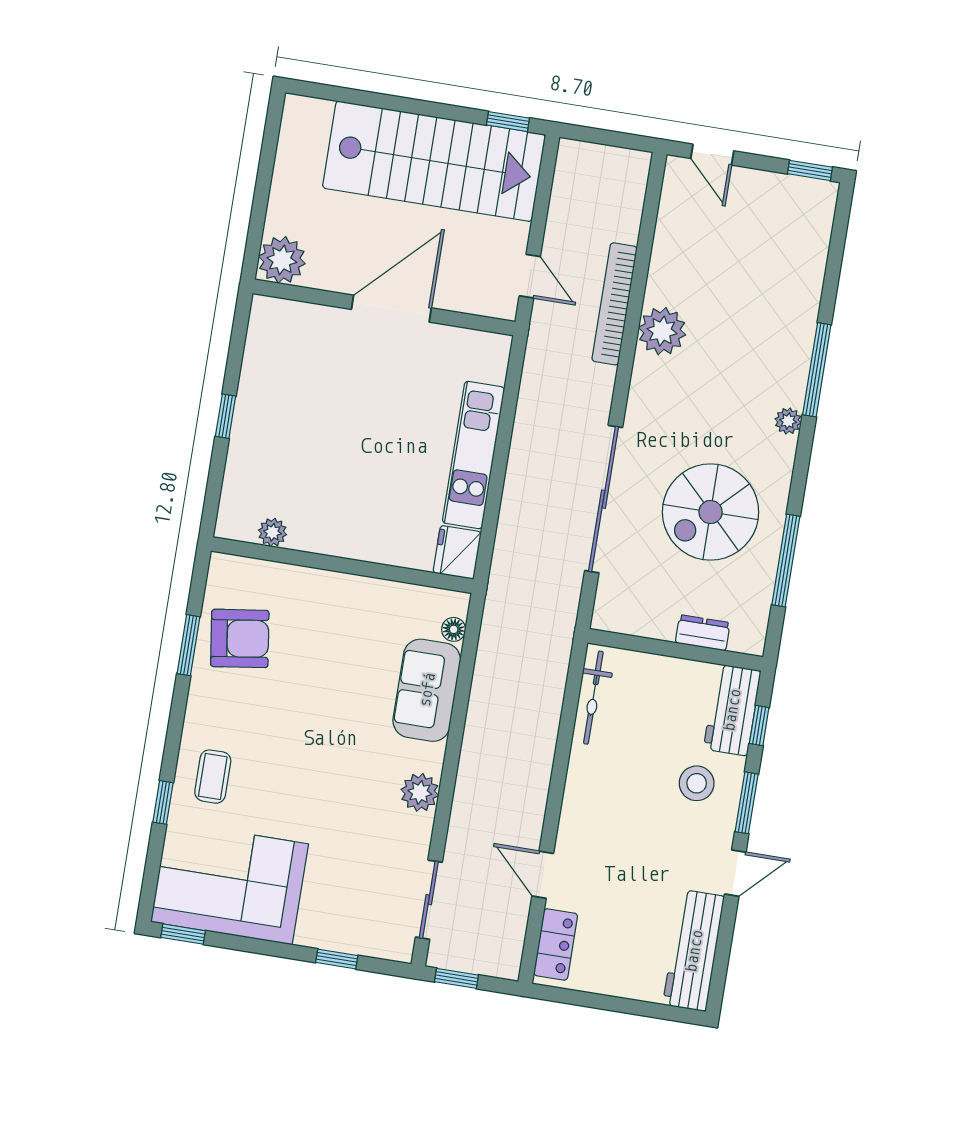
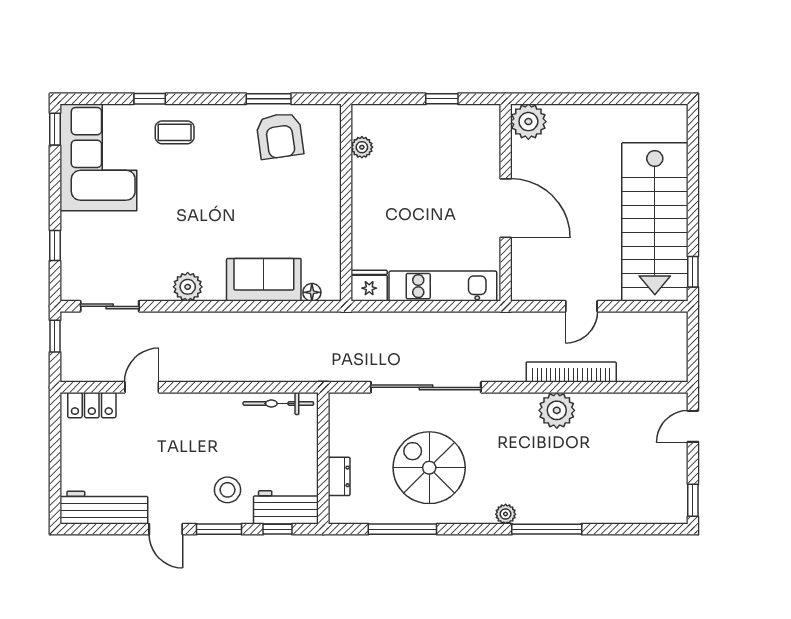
plant: (282, 260) -> (528, 122), moved
wall: (384, 307) -> (506, 203), moved
door: (391, 309) -> (506, 208), moved

